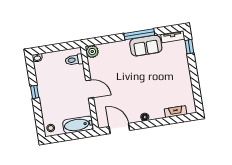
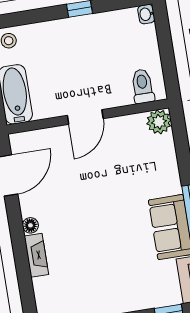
fireplace: (176, 112) -> (36, 255), moved

